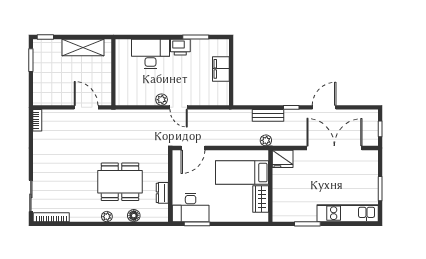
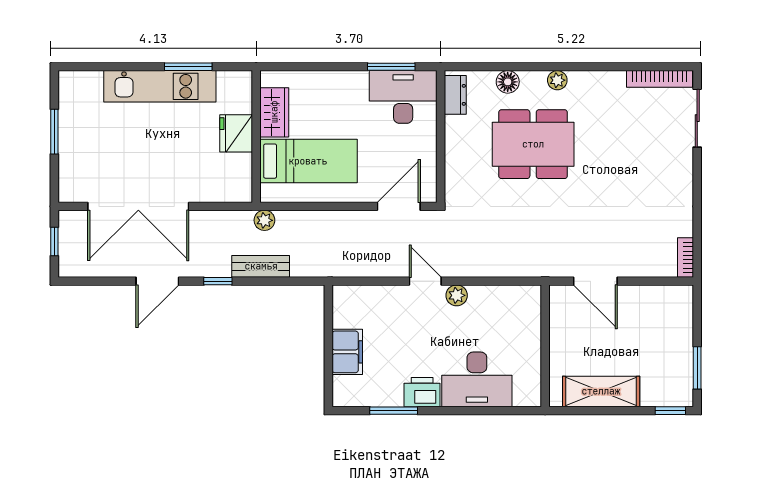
fridge: (283, 159) -> (236, 133), moved, turned -90
dresser: (162, 193) -> (455, 95), moved
kitchen unit: (348, 213) -> (160, 86), moved

